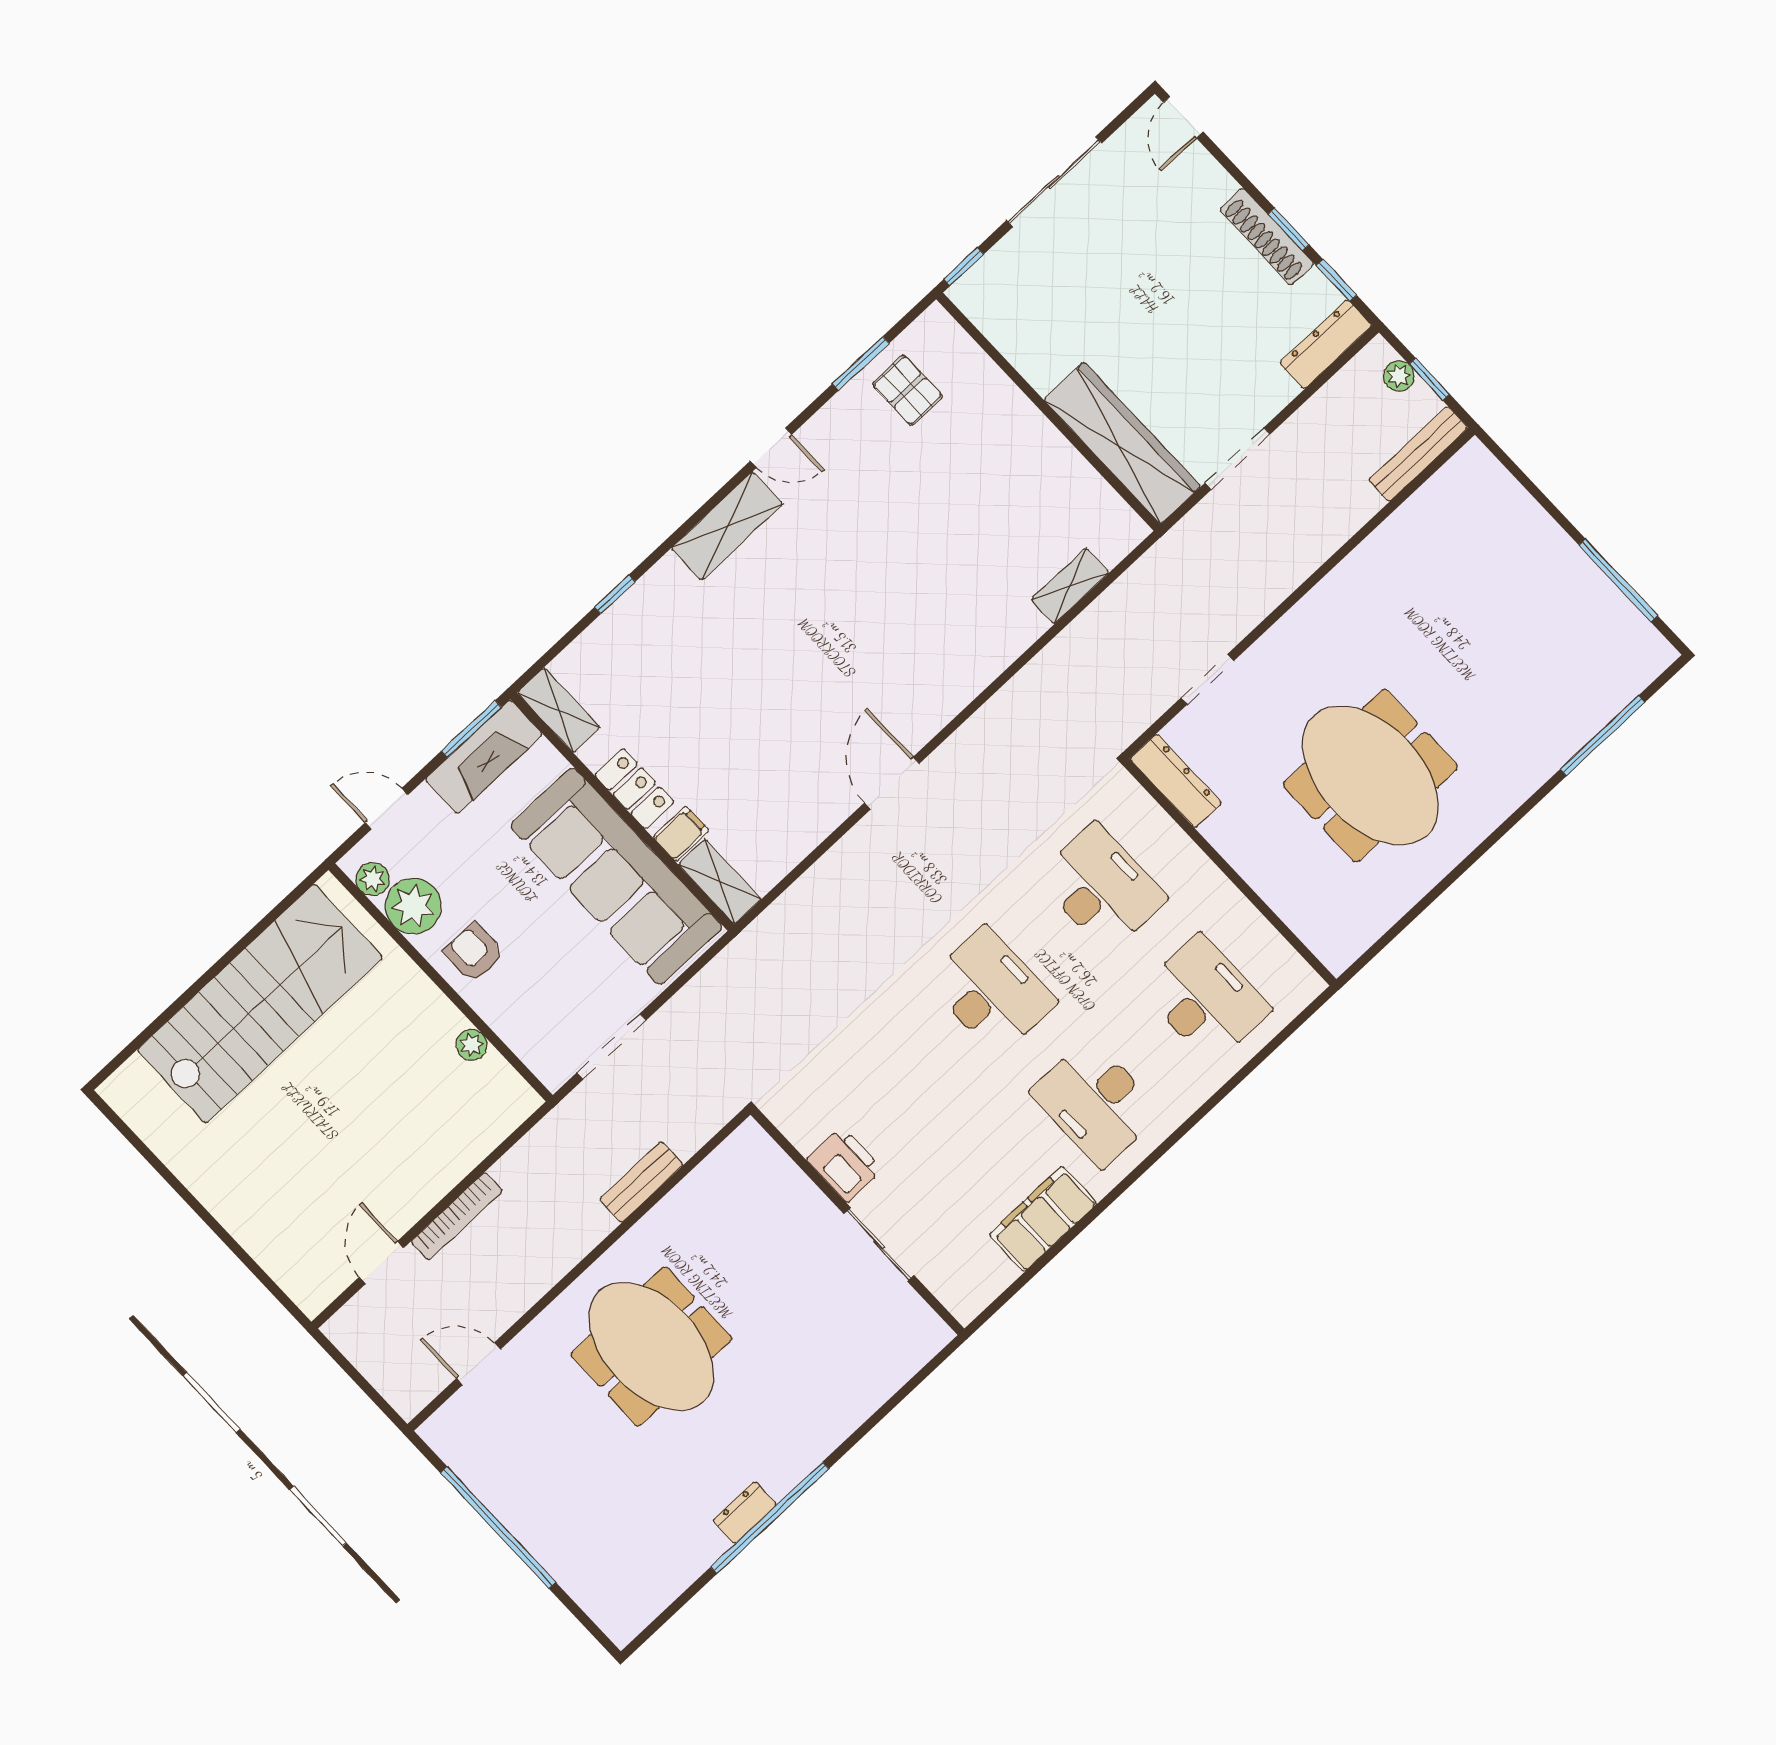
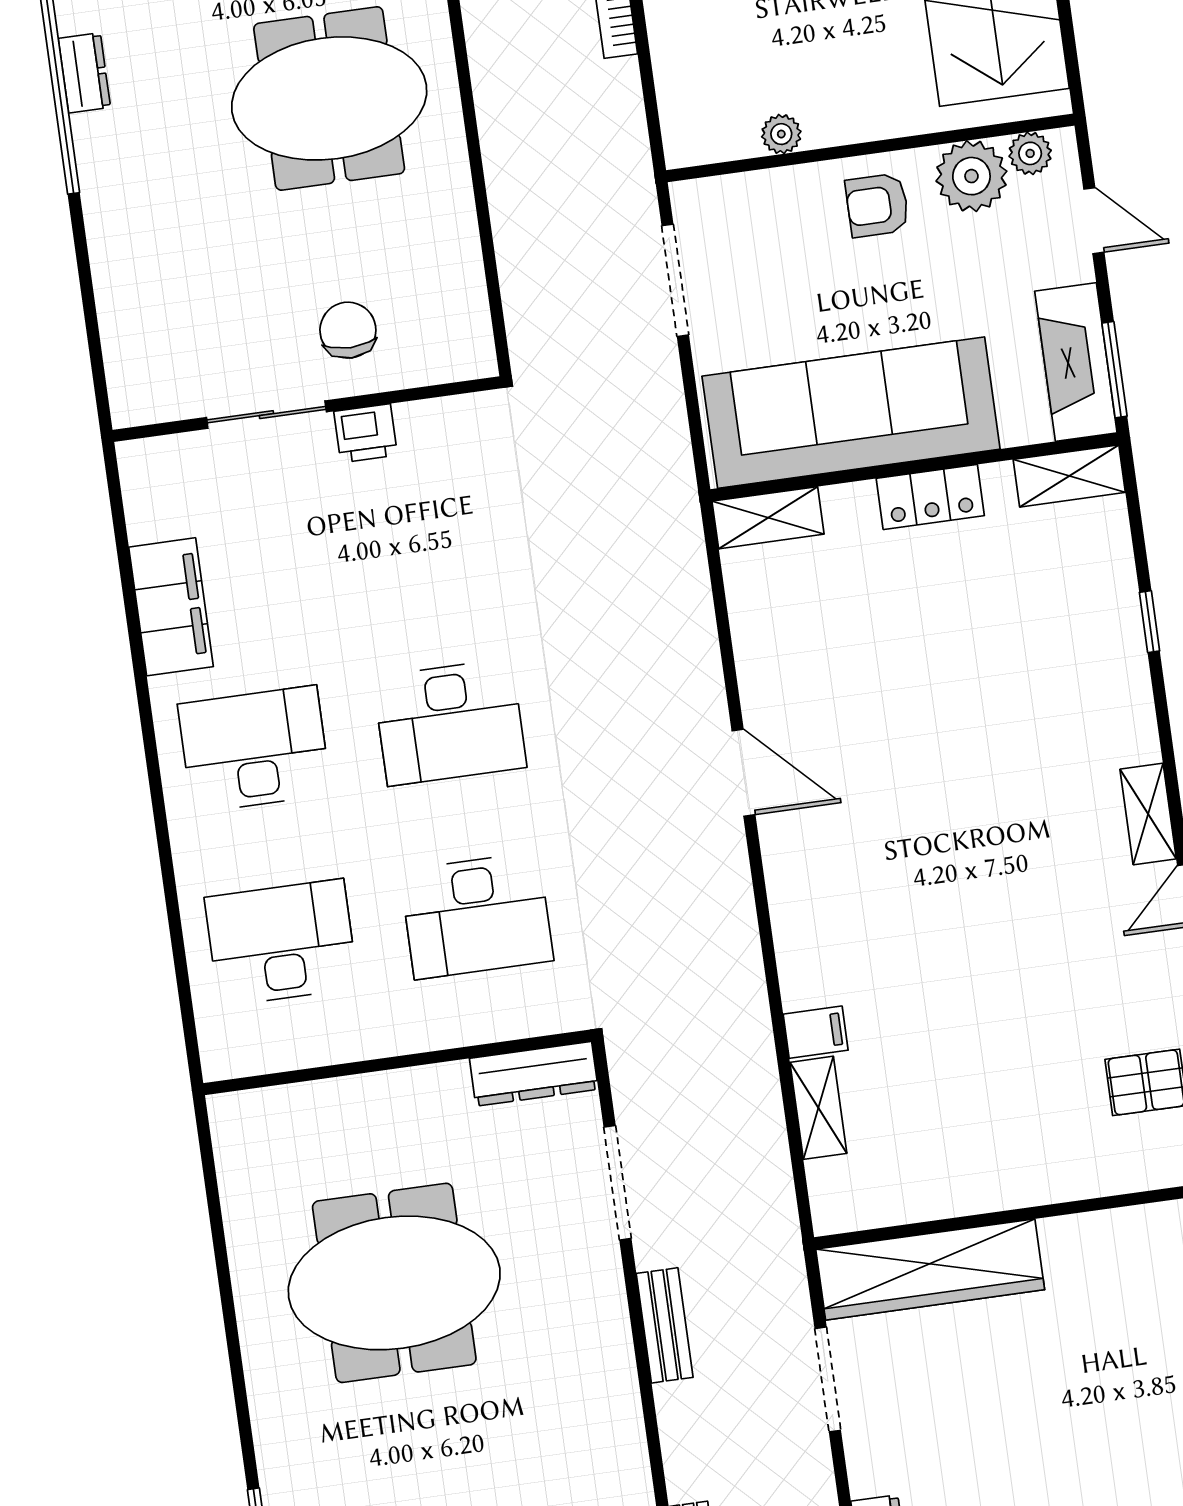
shelving: (727, 526) -> (1148, 814), width x0.67, depth x0.75
doorway: (1207, 679) -> (617, 1183), width x1.38
door: (387, 809) -> (1094, 221), hinge flipped
filing cabinet: (681, 834) -> (816, 1032), moved, turned -90
armchair: (474, 952) -> (877, 205), turned 180
desk: (1206, 999) -> (281, 943), turned 180
printer: (844, 1164) -> (366, 433), width x0.73, depth x0.81
bench: (641, 1182) -> (665, 1325), moved
chair: (789, 1231) -> (348, 330), added

